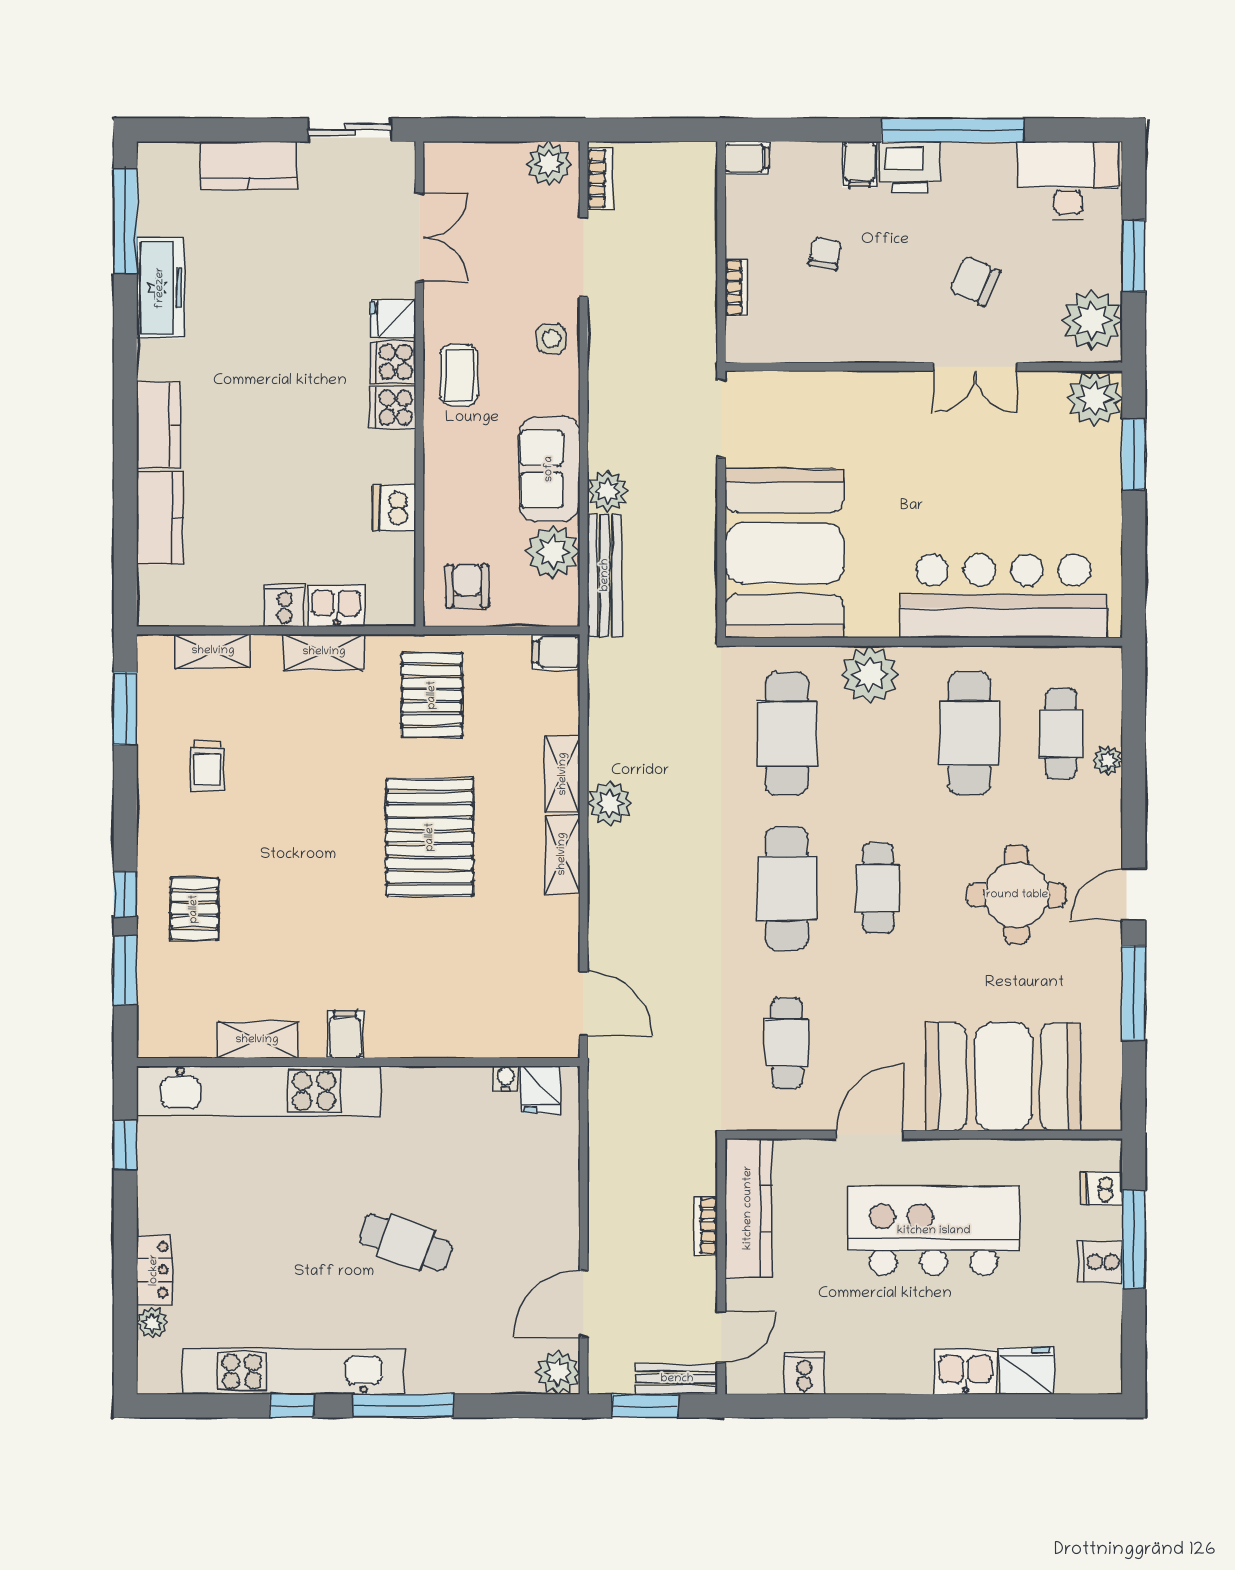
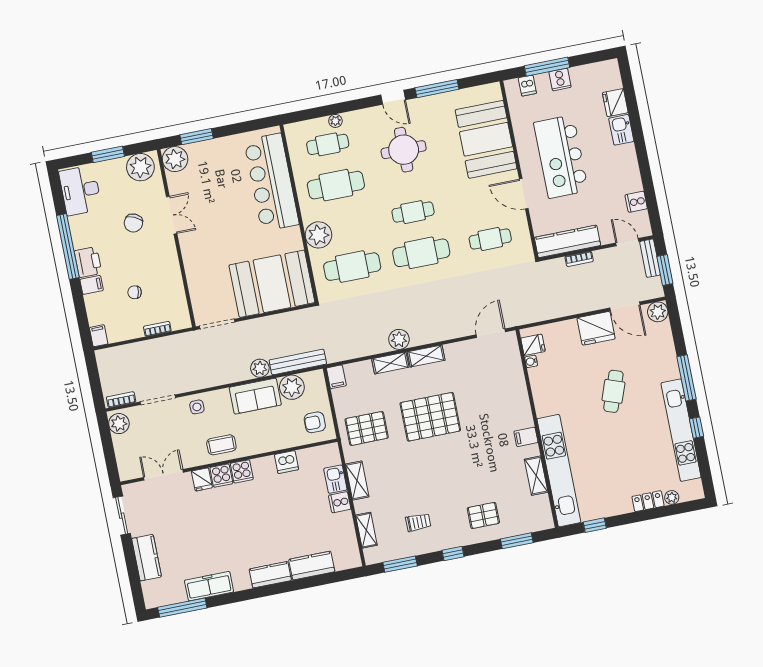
window: (125, 894) -> (453, 554), moved
fridge: (549, 1232) -> (596, 328), added

